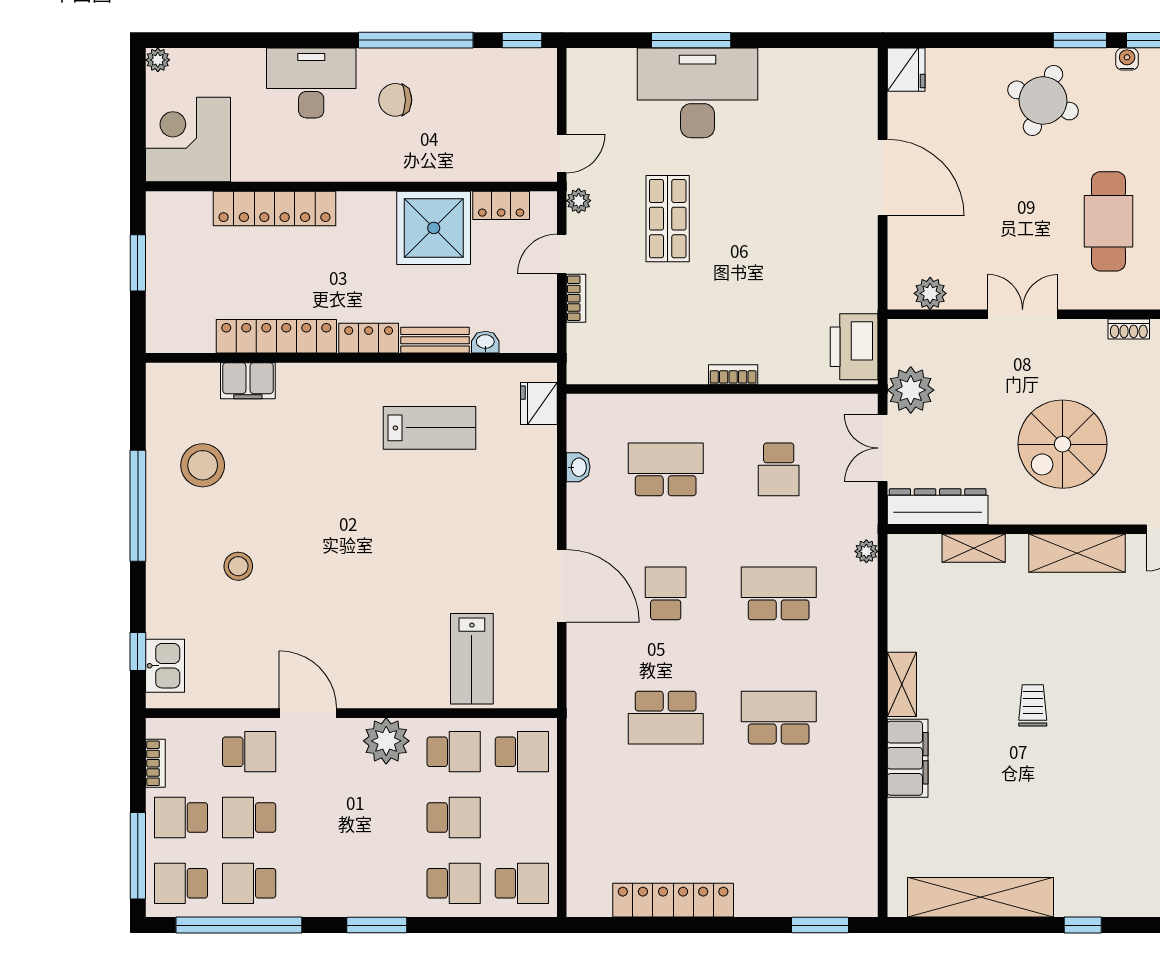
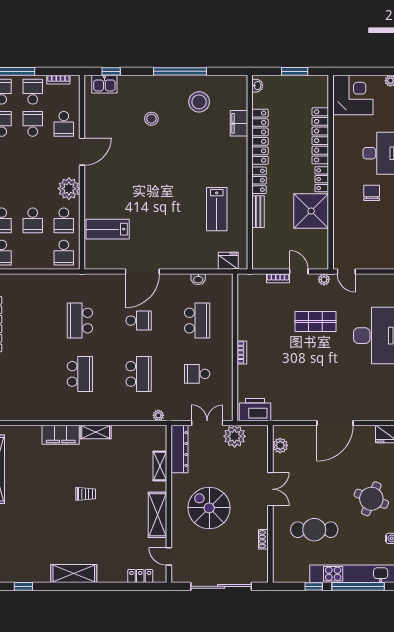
locker: (501, 205) -> (322, 179), moved
washbasin: (485, 342) -> (257, 86), moved

